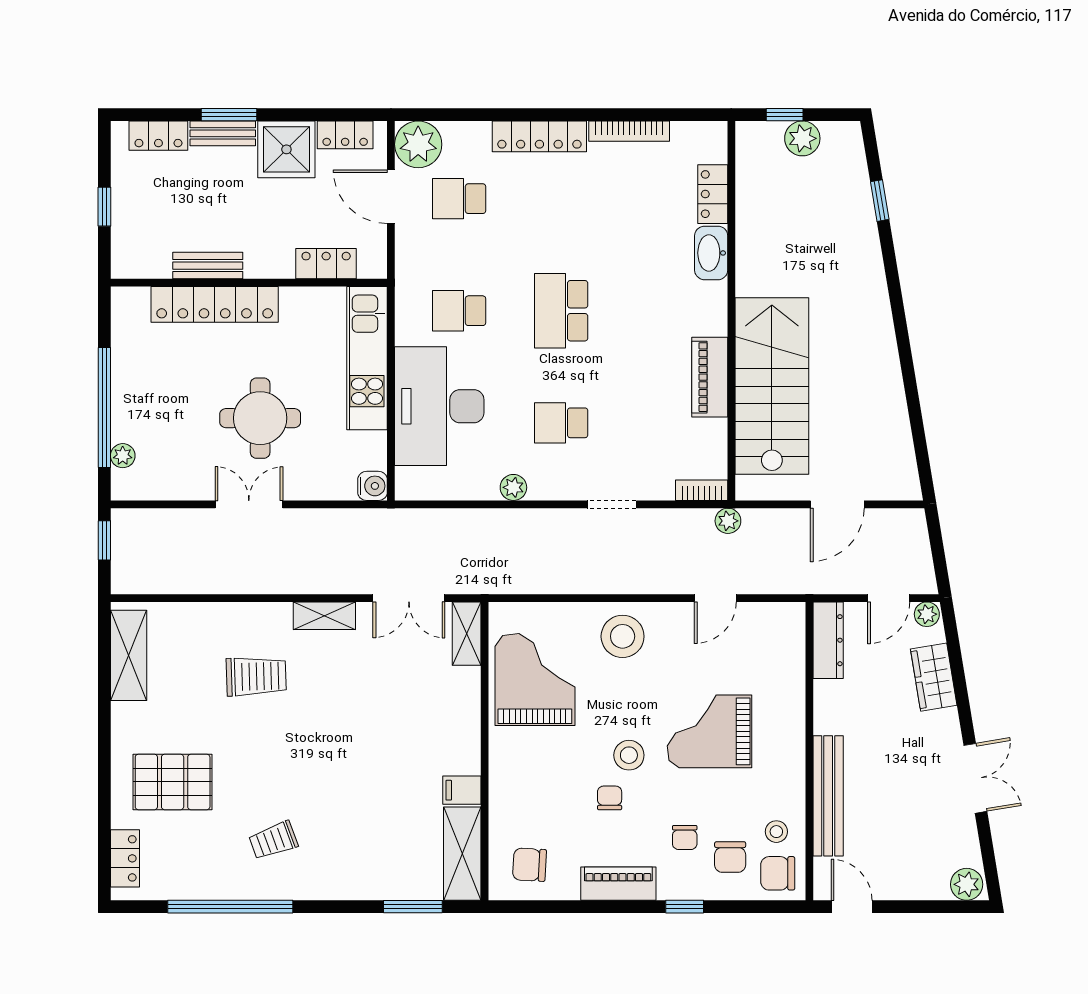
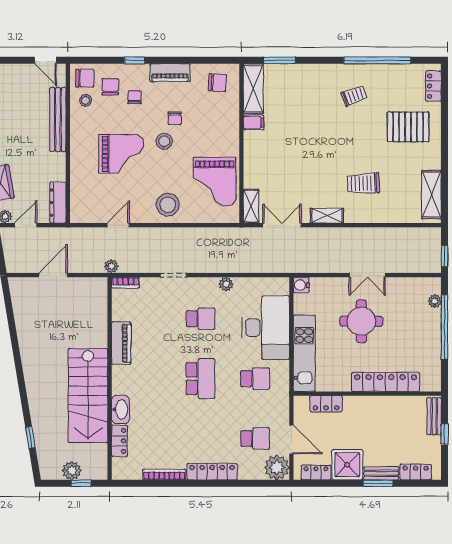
bench: (208, 266) -> (434, 416), moved, turned 90
stairs: (772, 386) -> (88, 396), moved

